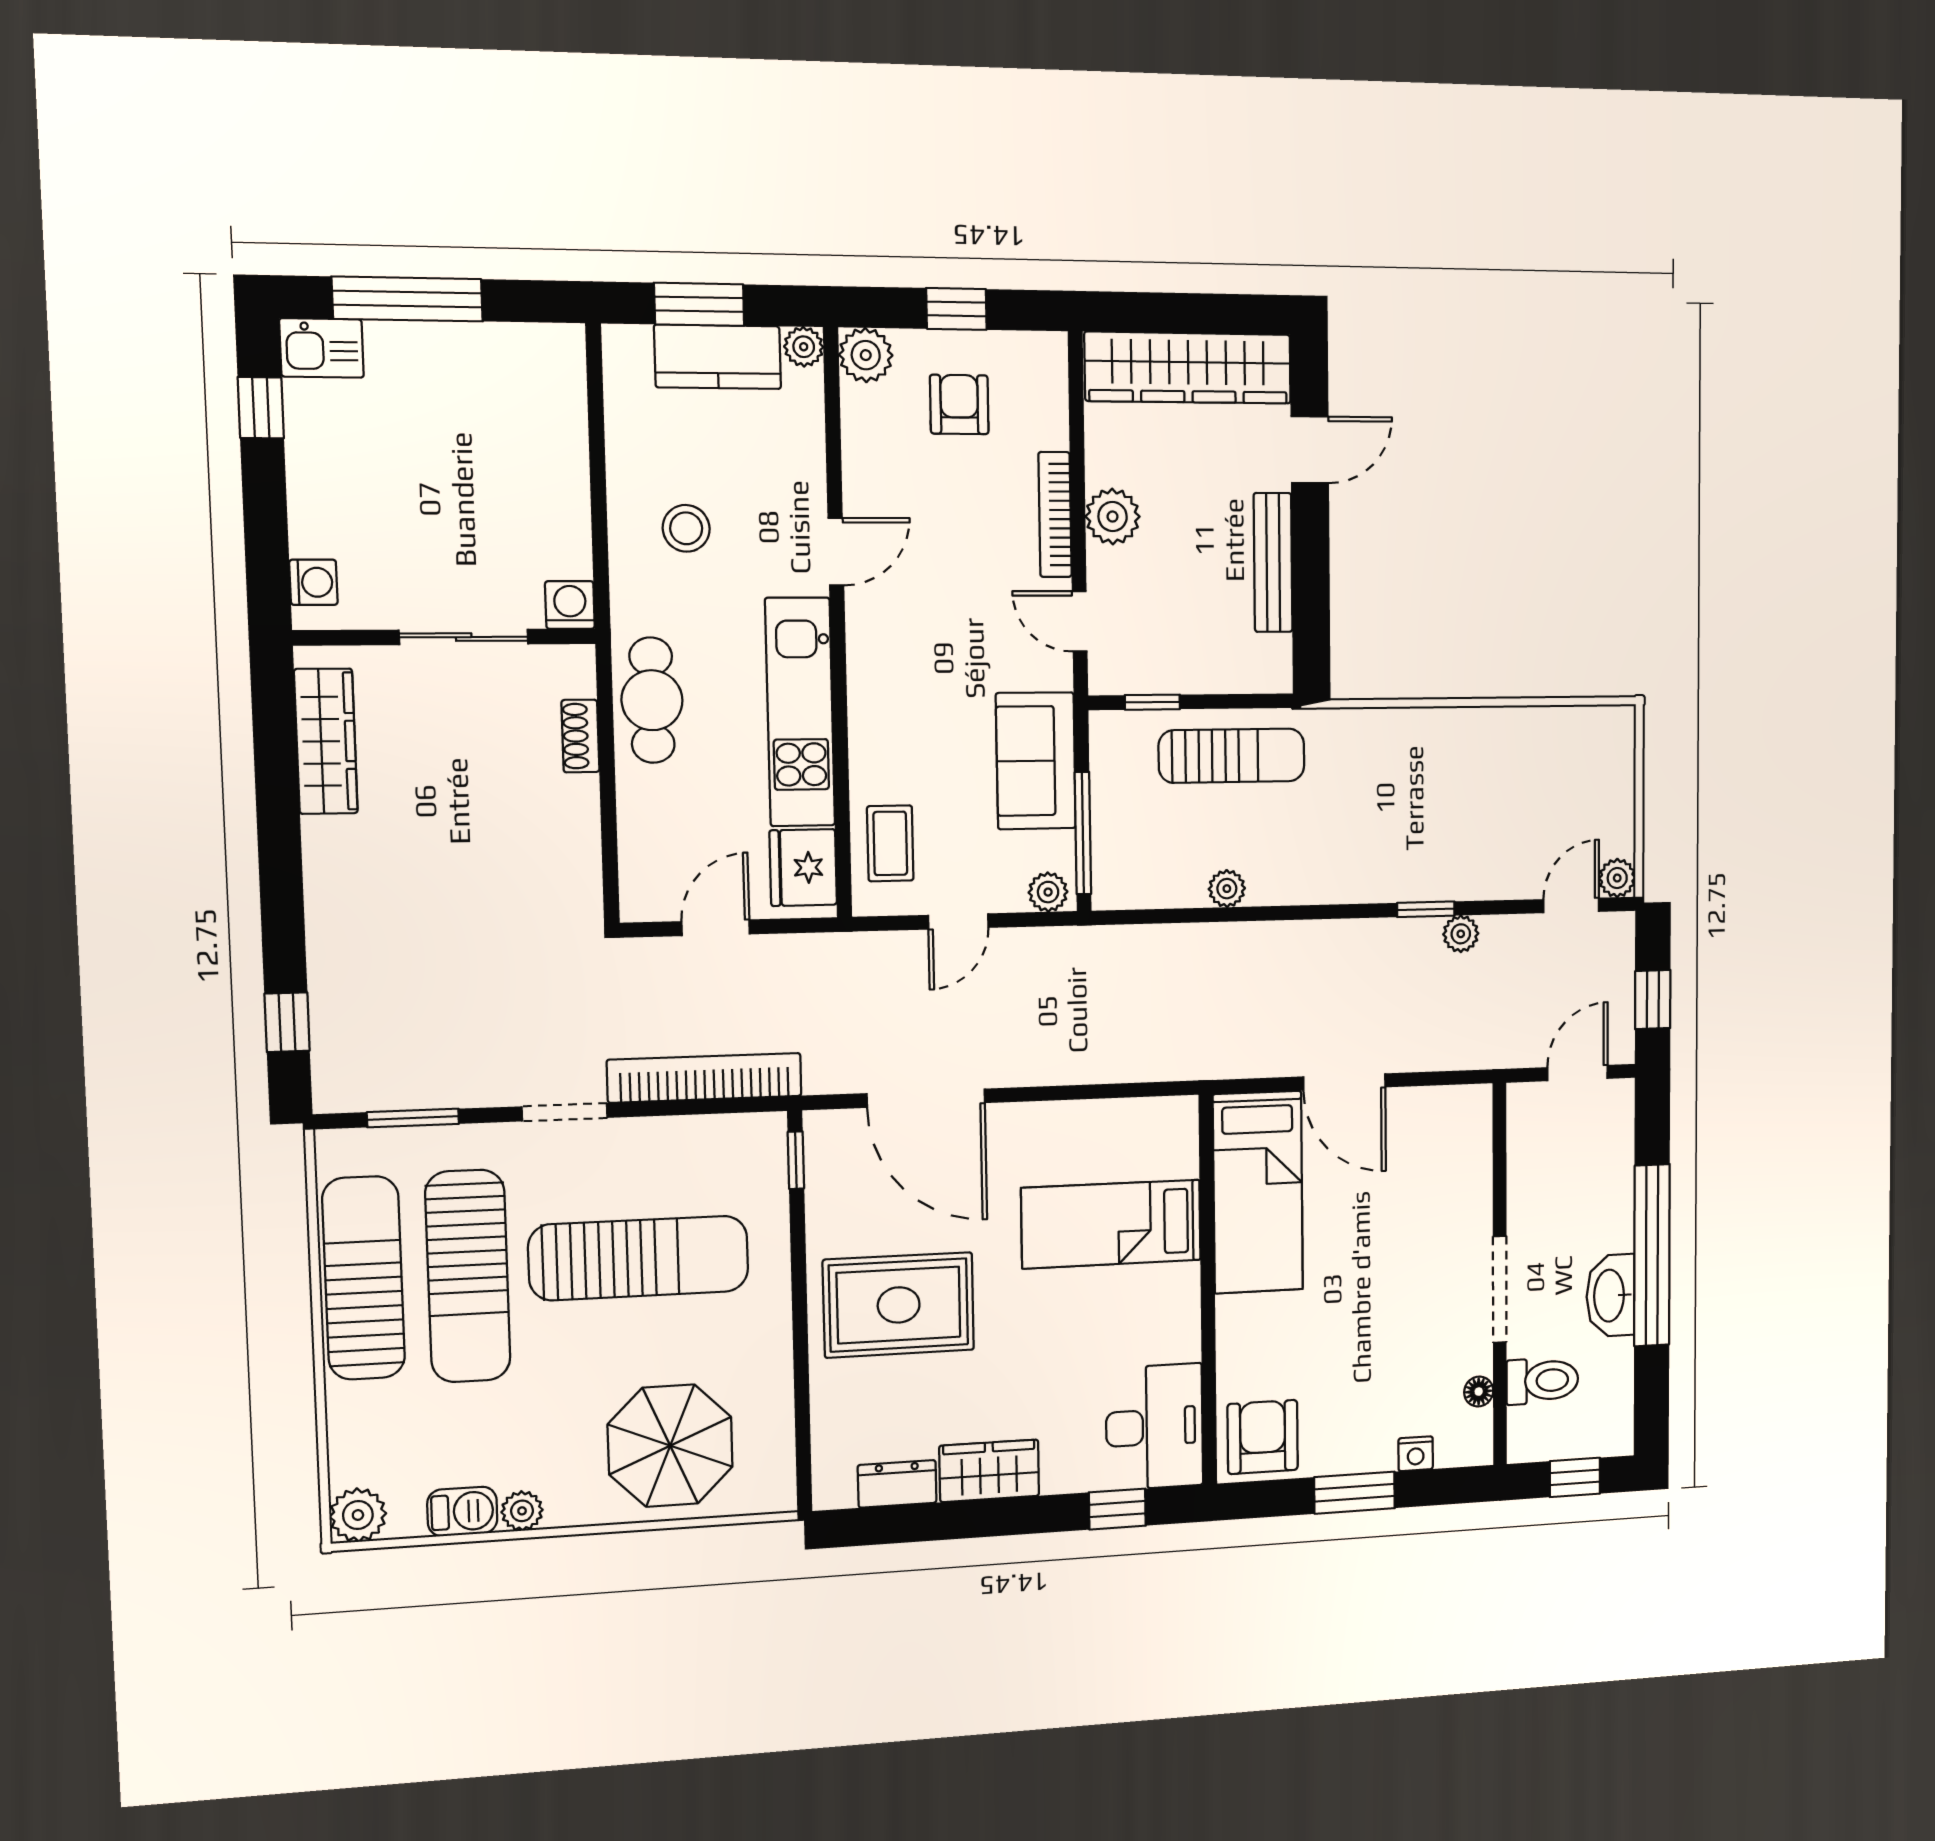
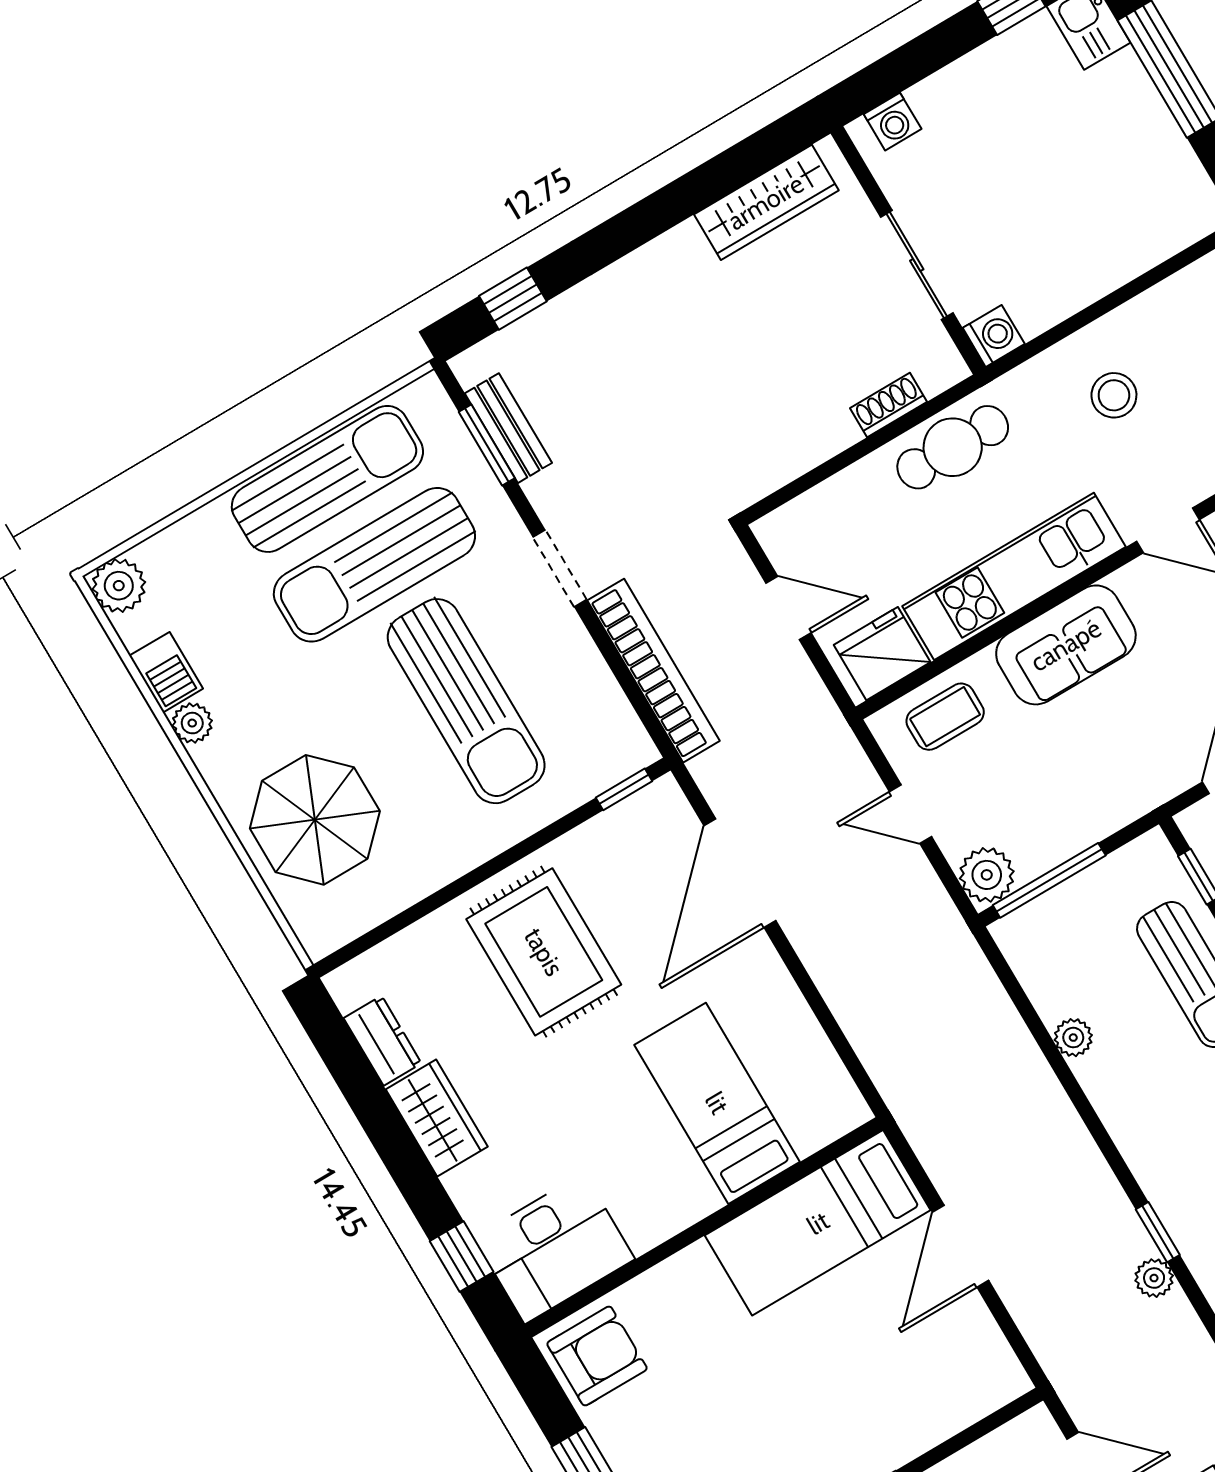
sofa: (1036, 761) -> (1066, 645), moved, turned 180
plant: (1048, 892) -> (987, 875), width x1.38, depth x1.38
bench: (408, 1090) -> (508, 428), added

